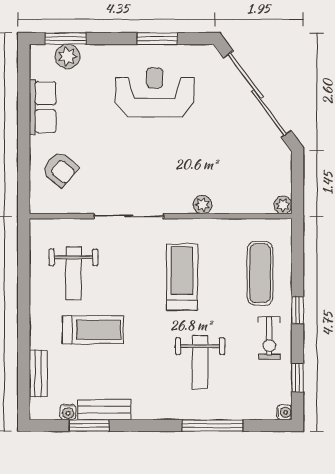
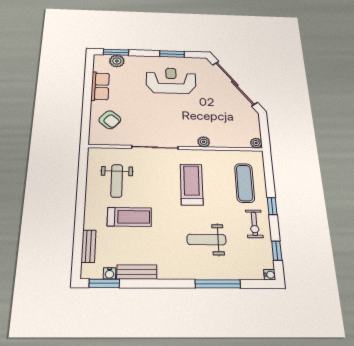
weight bench: (200, 362) -> (206, 240), turned 90
window: (89, 425) -> (104, 283), moved

